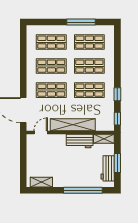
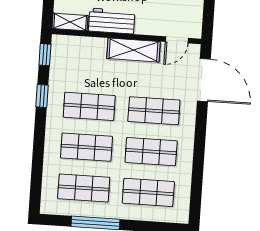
shelving: (73, 125) -> (133, 50), width x0.68

